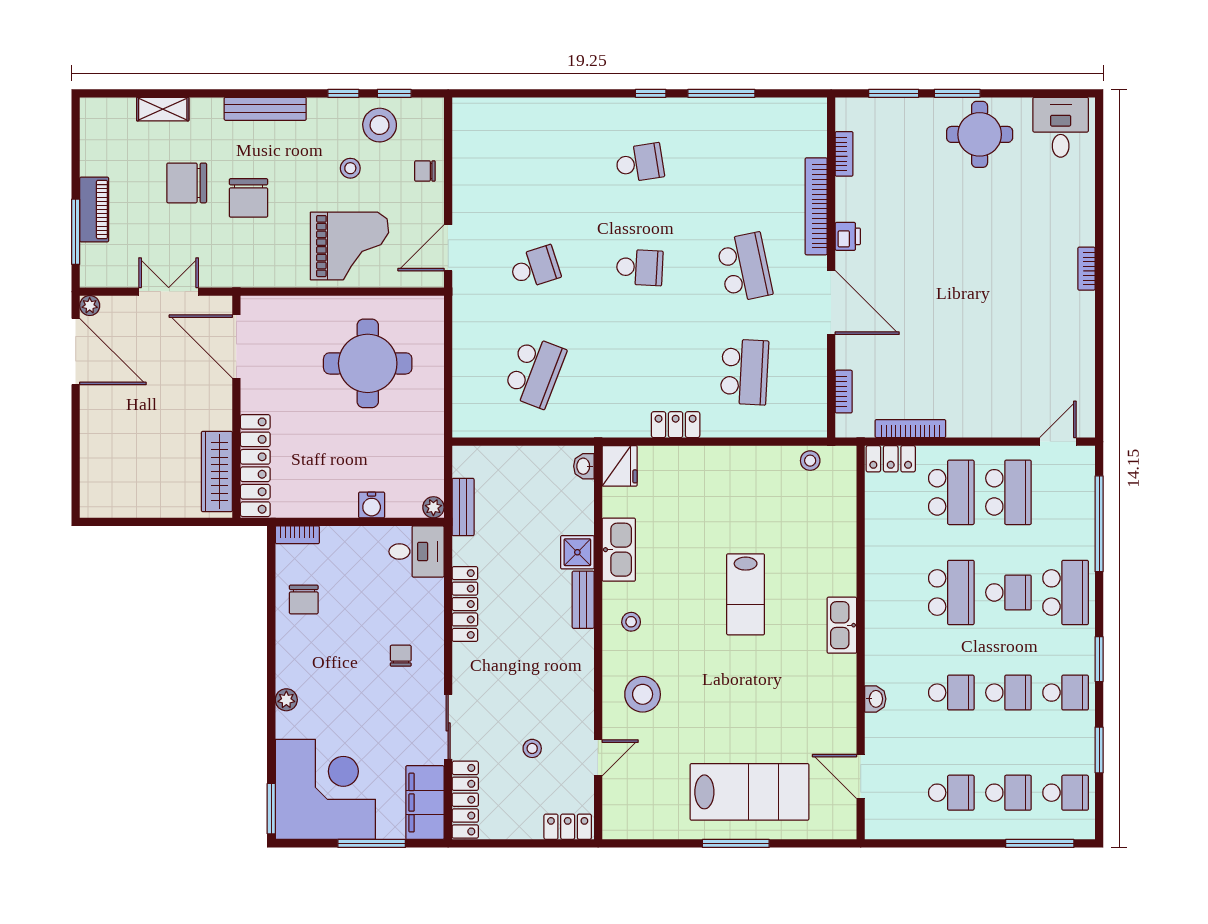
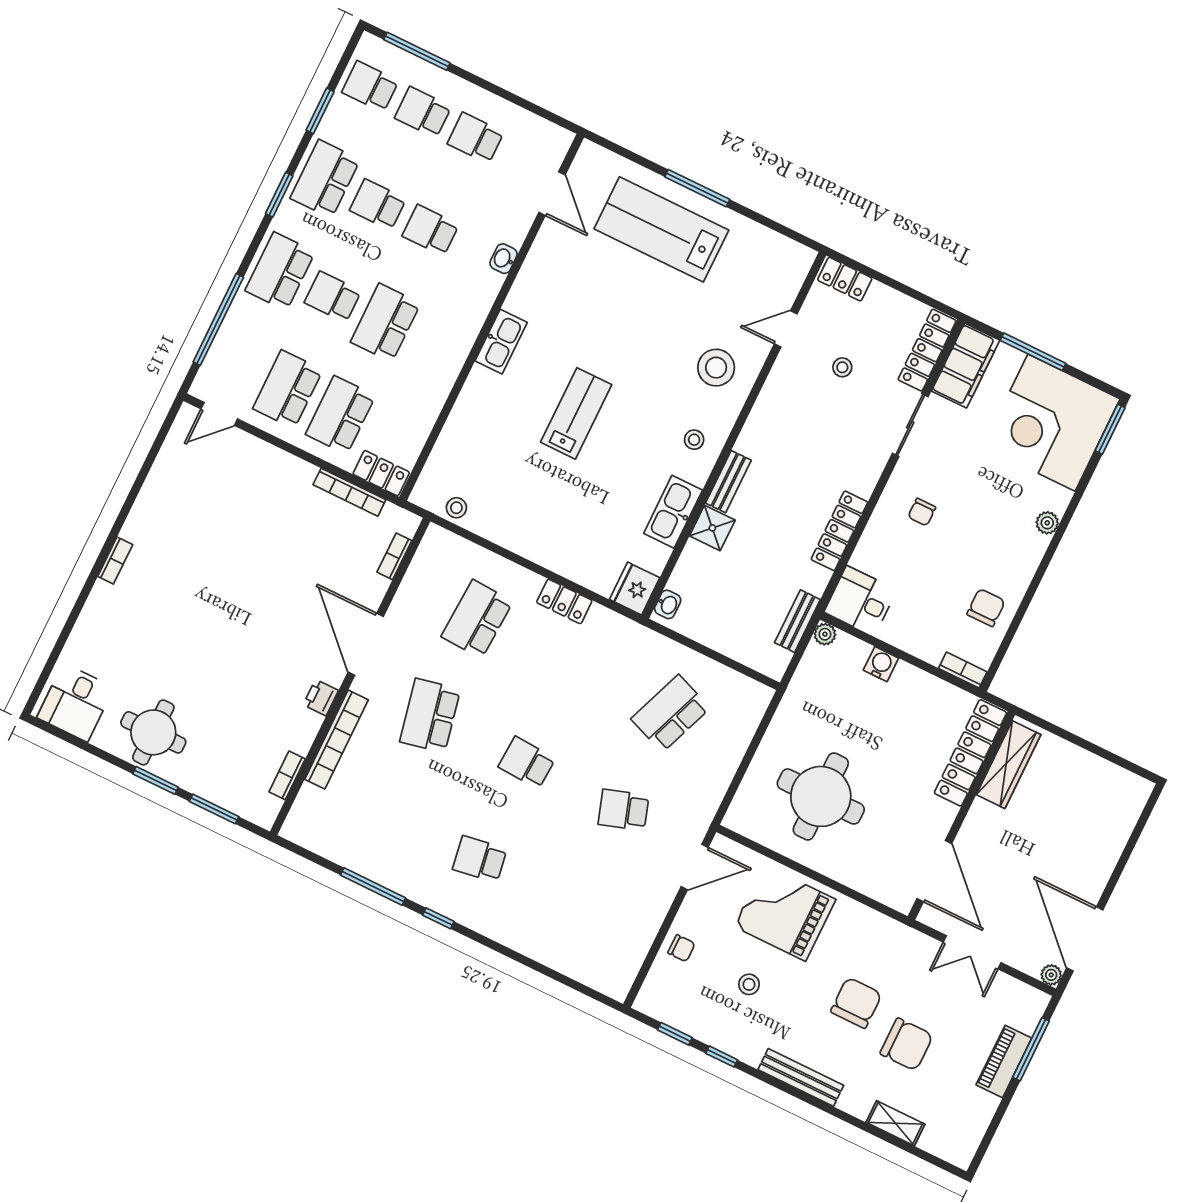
stool: (380, 125) -> (703, 1011), removed
school desk: (1066, 693) -> (325, 179), width x1.85

